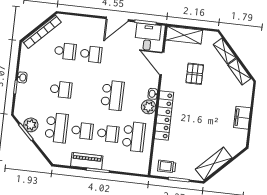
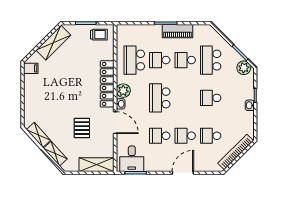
door: (117, 19) -> (183, 173), moved
school desk: (117, 57) -> (160, 136), added
door: (162, 63) -> (115, 123), moved
filing cabinet: (242, 118) -> (31, 68), moved, width x0.50
plant: (31, 125) -> (244, 68), moved

